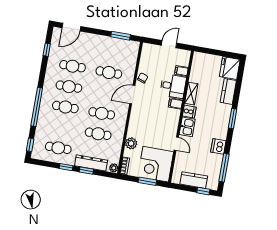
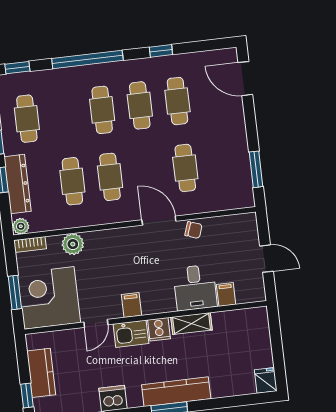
window: (47, 50) -> (161, 51), moved
fridge: (230, 68) -> (266, 380), width x0.53, depth x0.75
kitchen counter: (228, 91) -> (176, 392), moved, width x1.50
filing cabinet: (175, 103) -> (132, 305), moved

